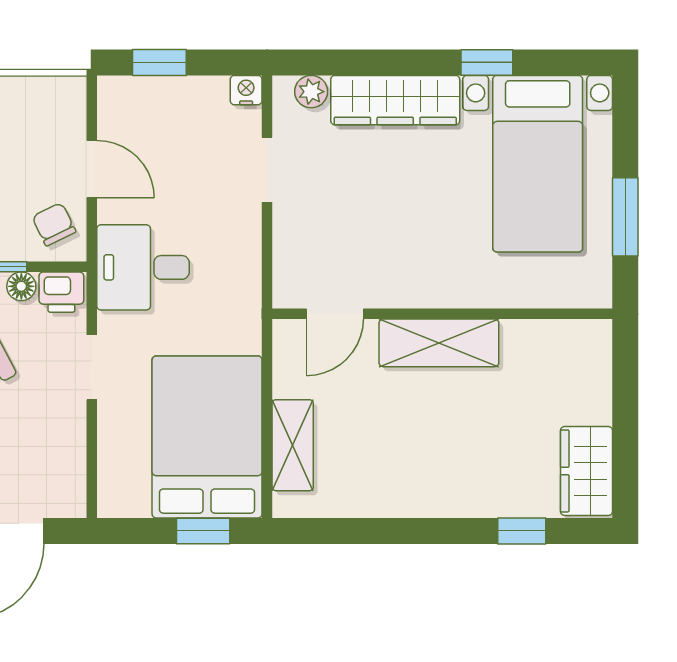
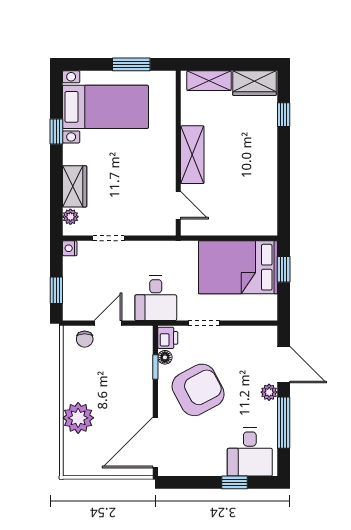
wardrobe: (395, 100) -> (75, 186), width x0.67
chair: (54, 224) -> (85, 339), moved, turned -64
shelving: (293, 445) -> (209, 81), moved

